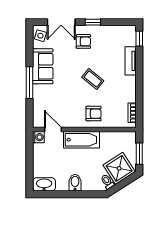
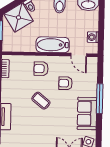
armchair: (83, 41) -> (66, 83), moved
washing machine: (38, 137) -> (93, 37), moved

